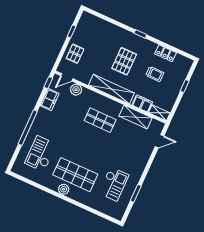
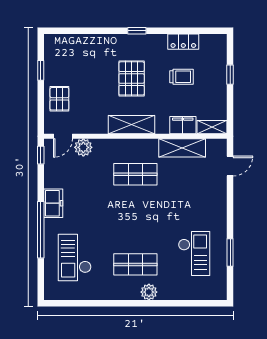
shelving: (111, 89) -> (131, 125), width x0.68
freezer: (50, 100) -> (53, 203), moved
shop shelf: (75, 175) -> (135, 264), width x0.70, depth x0.74
plant: (64, 189) -> (149, 292), moved

